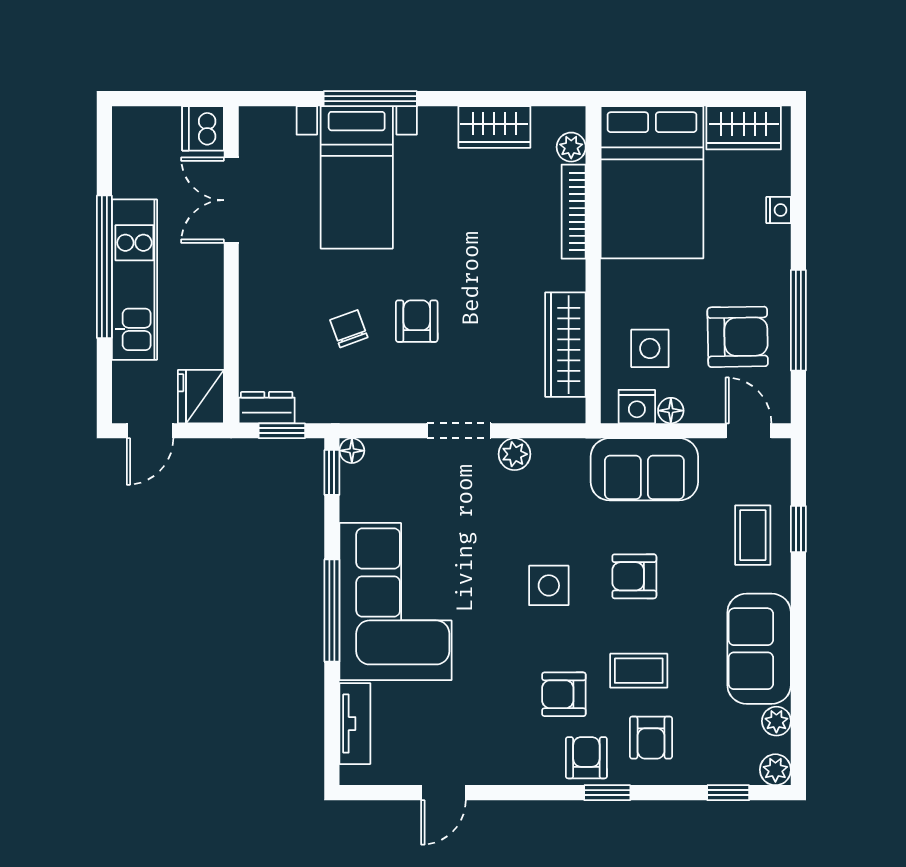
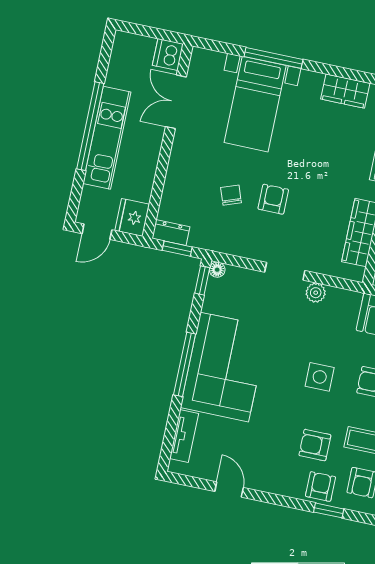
door: (443, 793) -> (229, 489), swing flipped

